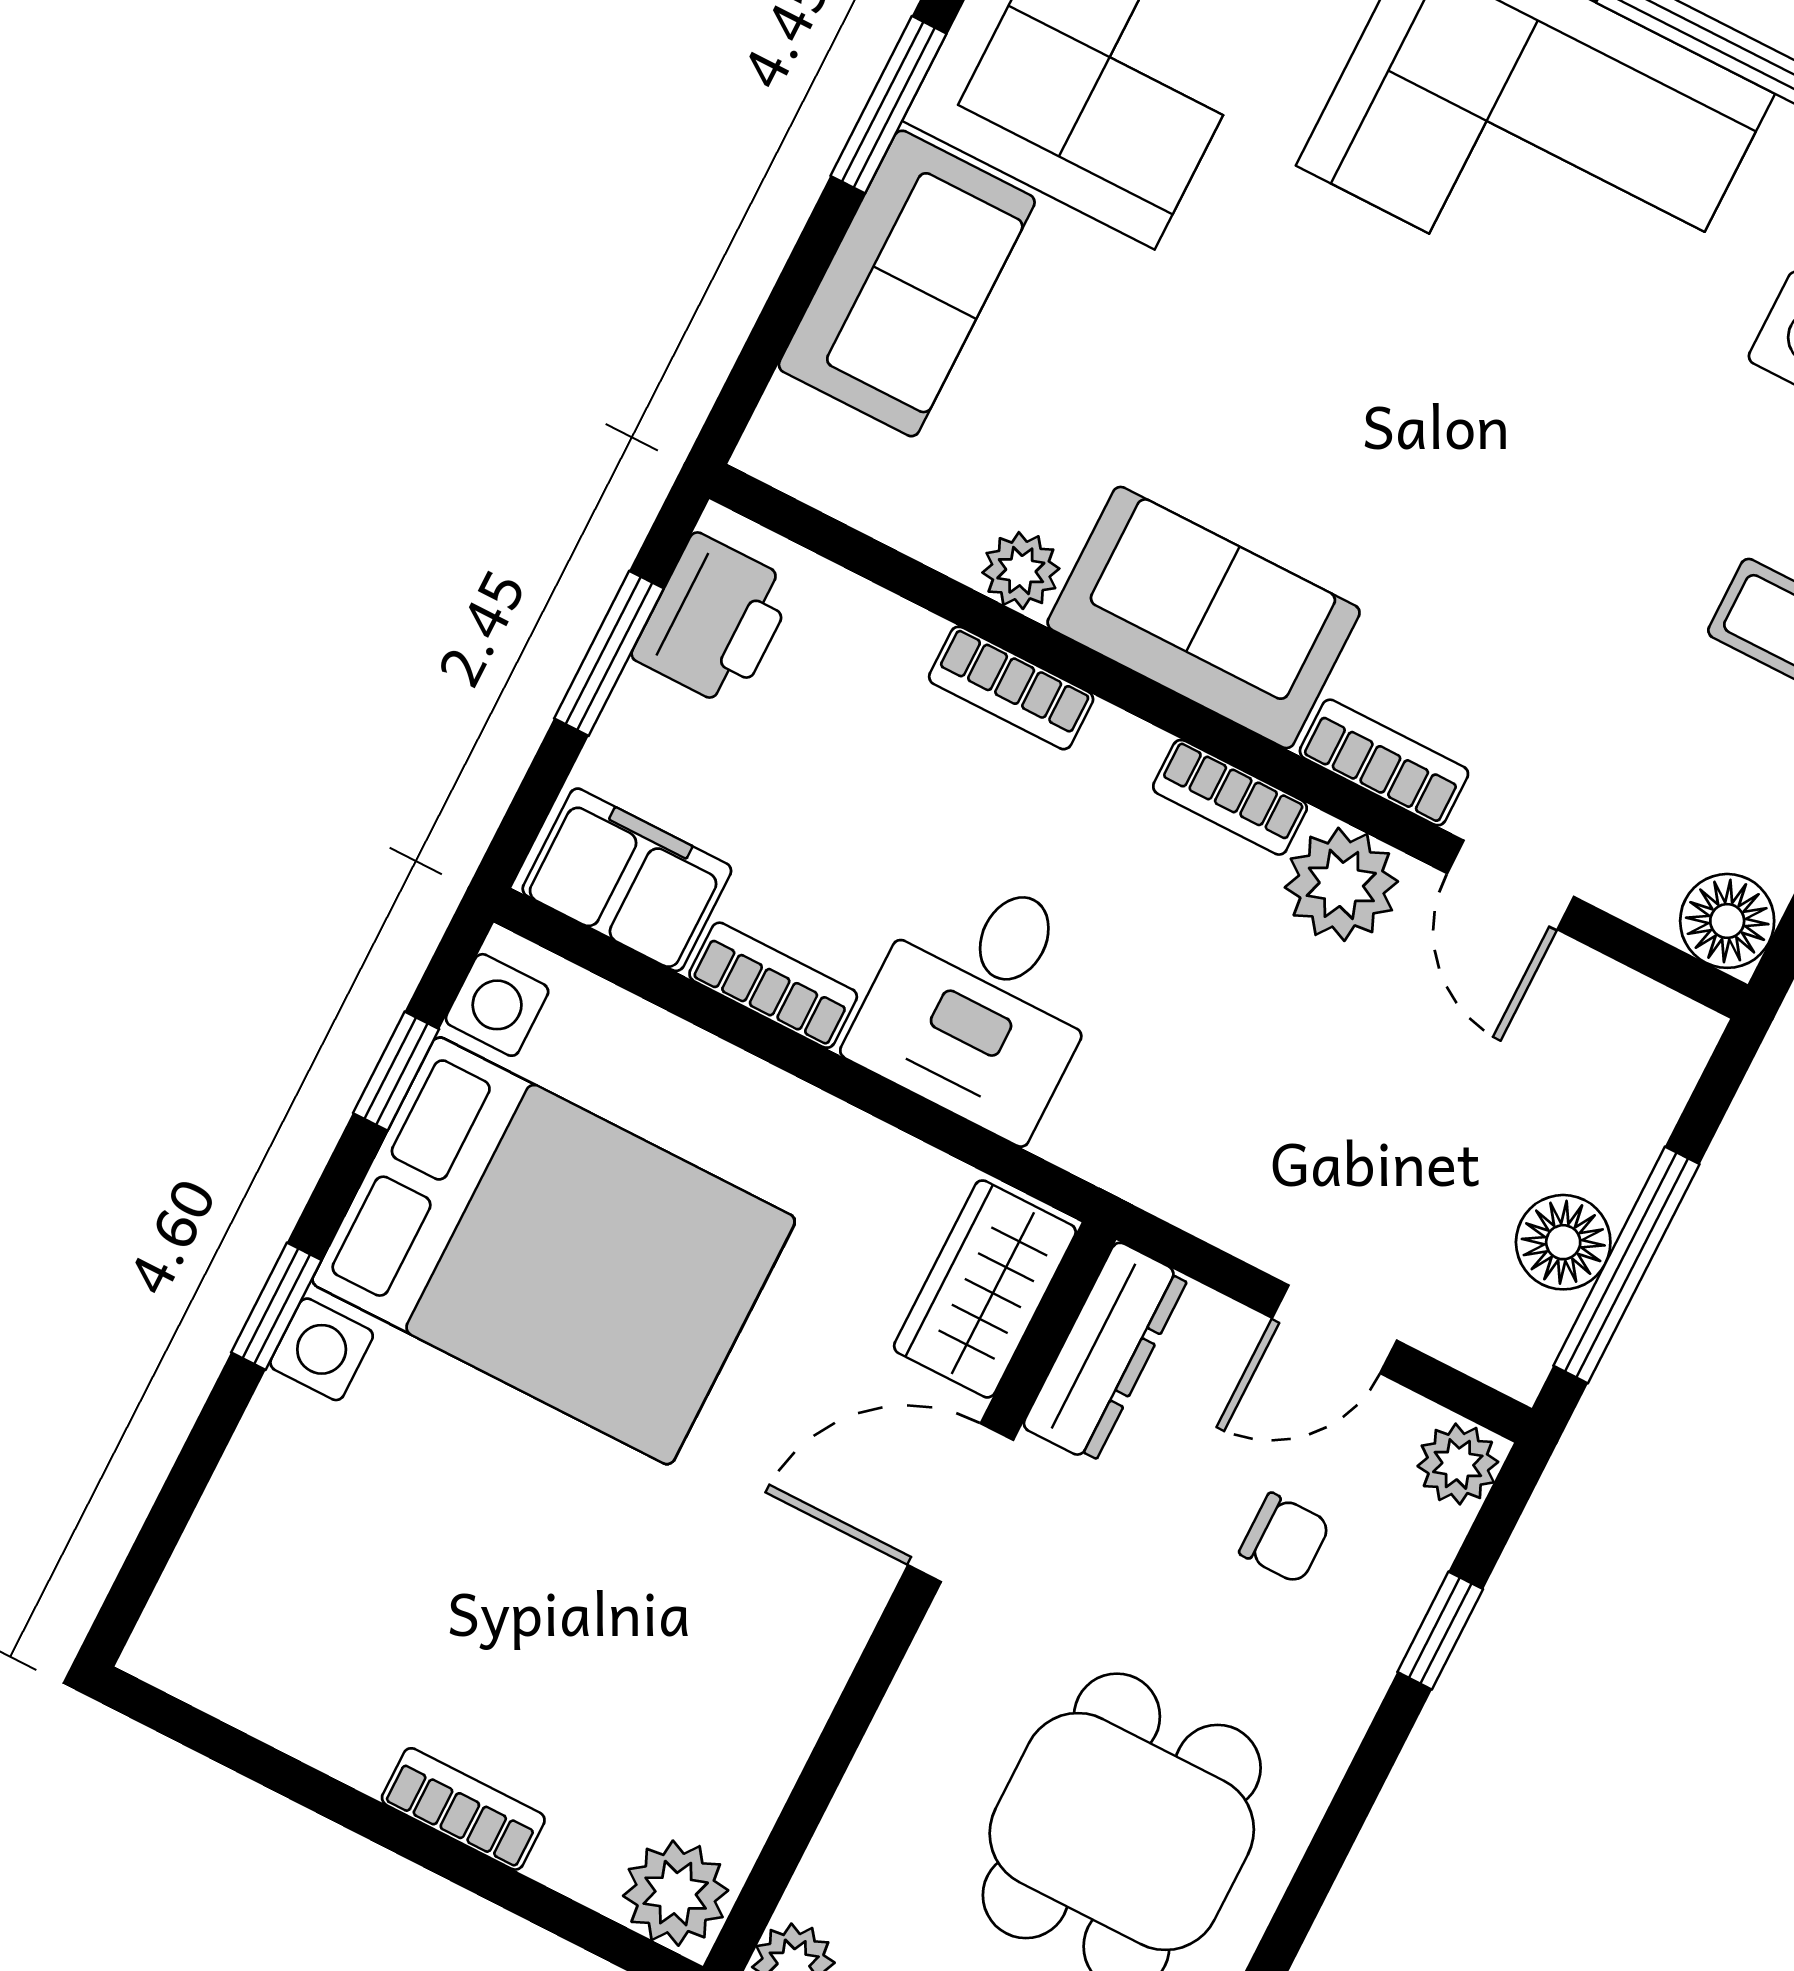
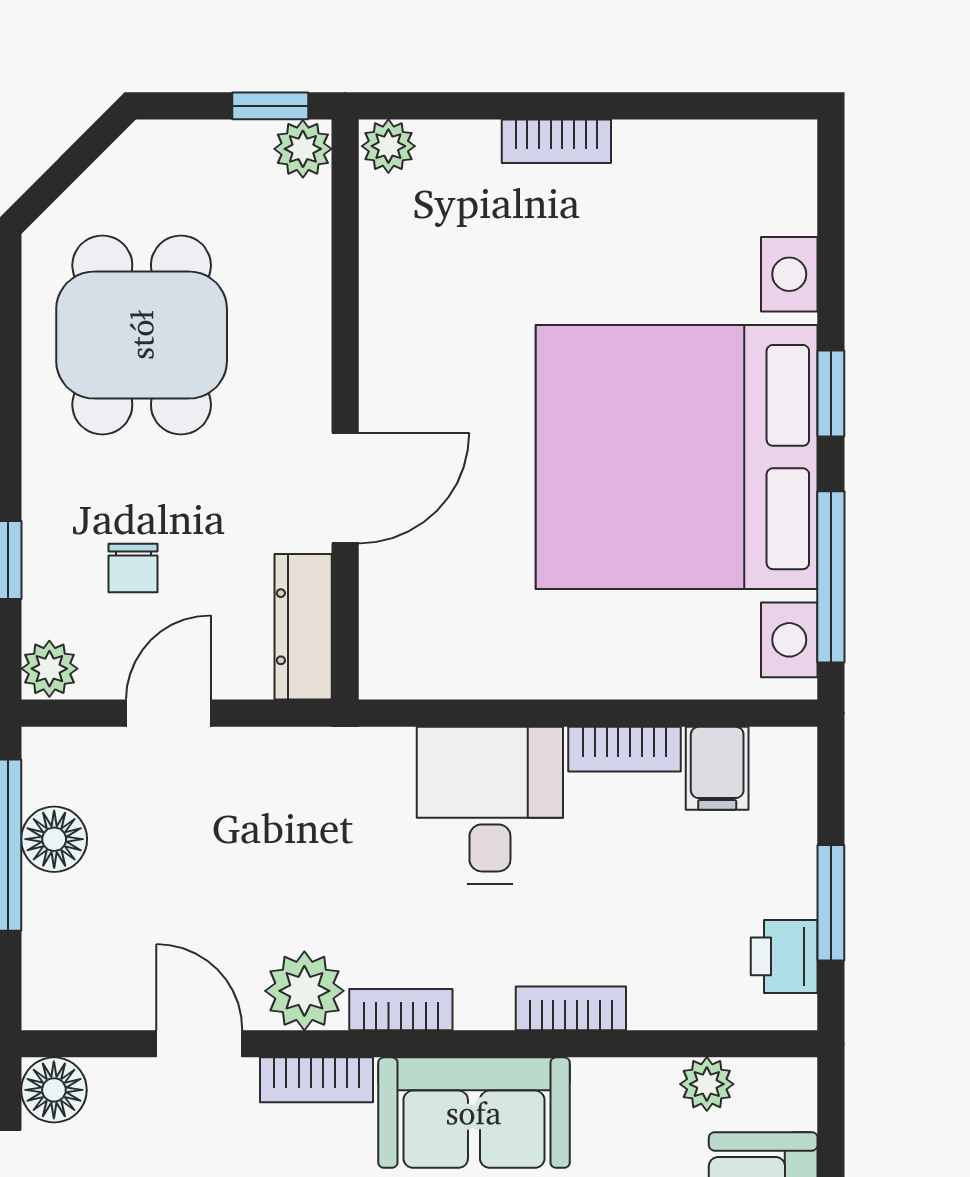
plant: (1021, 571) -> (707, 1084), moved
printer: (714, 620) -> (784, 956), width x0.73, depth x0.81
filing cabinet: (627, 880) -> (717, 768), width x0.50
window: (396, 1071) -> (831, 577), width x2.17
bed with nightstands: (554, 1251) -> (677, 457), width x1.36
wardrobe: (985, 1289) -> (397, 628), removed
chair: (1285, 1538) -> (133, 568), turned -90
plant: (676, 1893) -> (388, 146), width x0.73, depth x0.73

